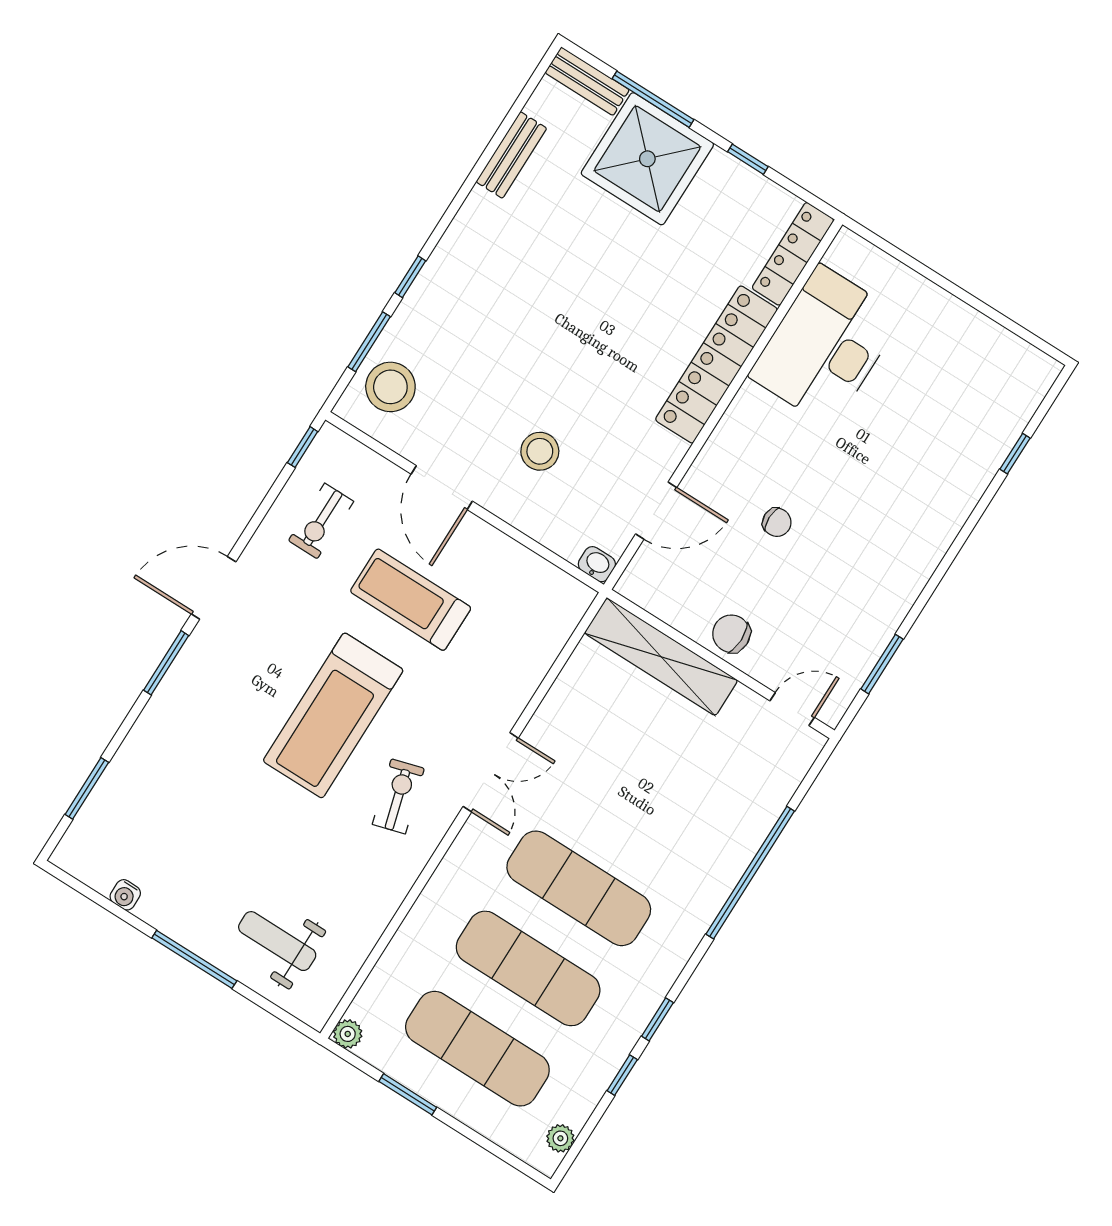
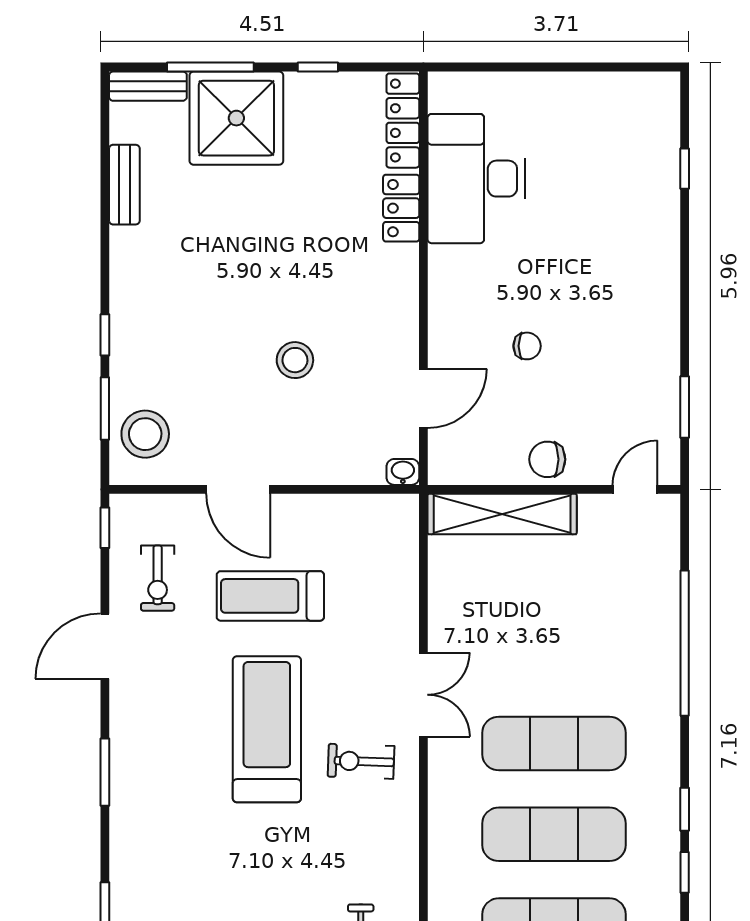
locker: (716, 364) -> (401, 208), width x0.46, depth x0.83
stool: (540, 451) -> (295, 360), moved
door: (214, 588) -> (105, 646), moved
treadmill: (333, 715) -> (267, 729), turned 180
exercise bike: (398, 796) -> (361, 761), turned -72

